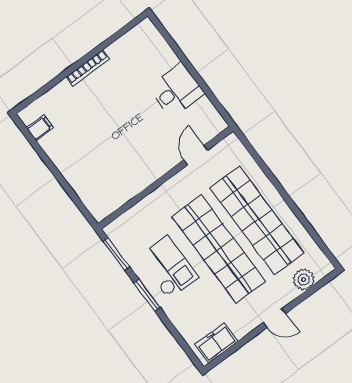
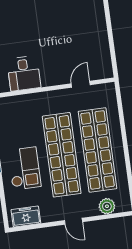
desk: (176, 90) -> (24, 73), moved, turned 90
checkout: (168, 267) -> (24, 168), moved

